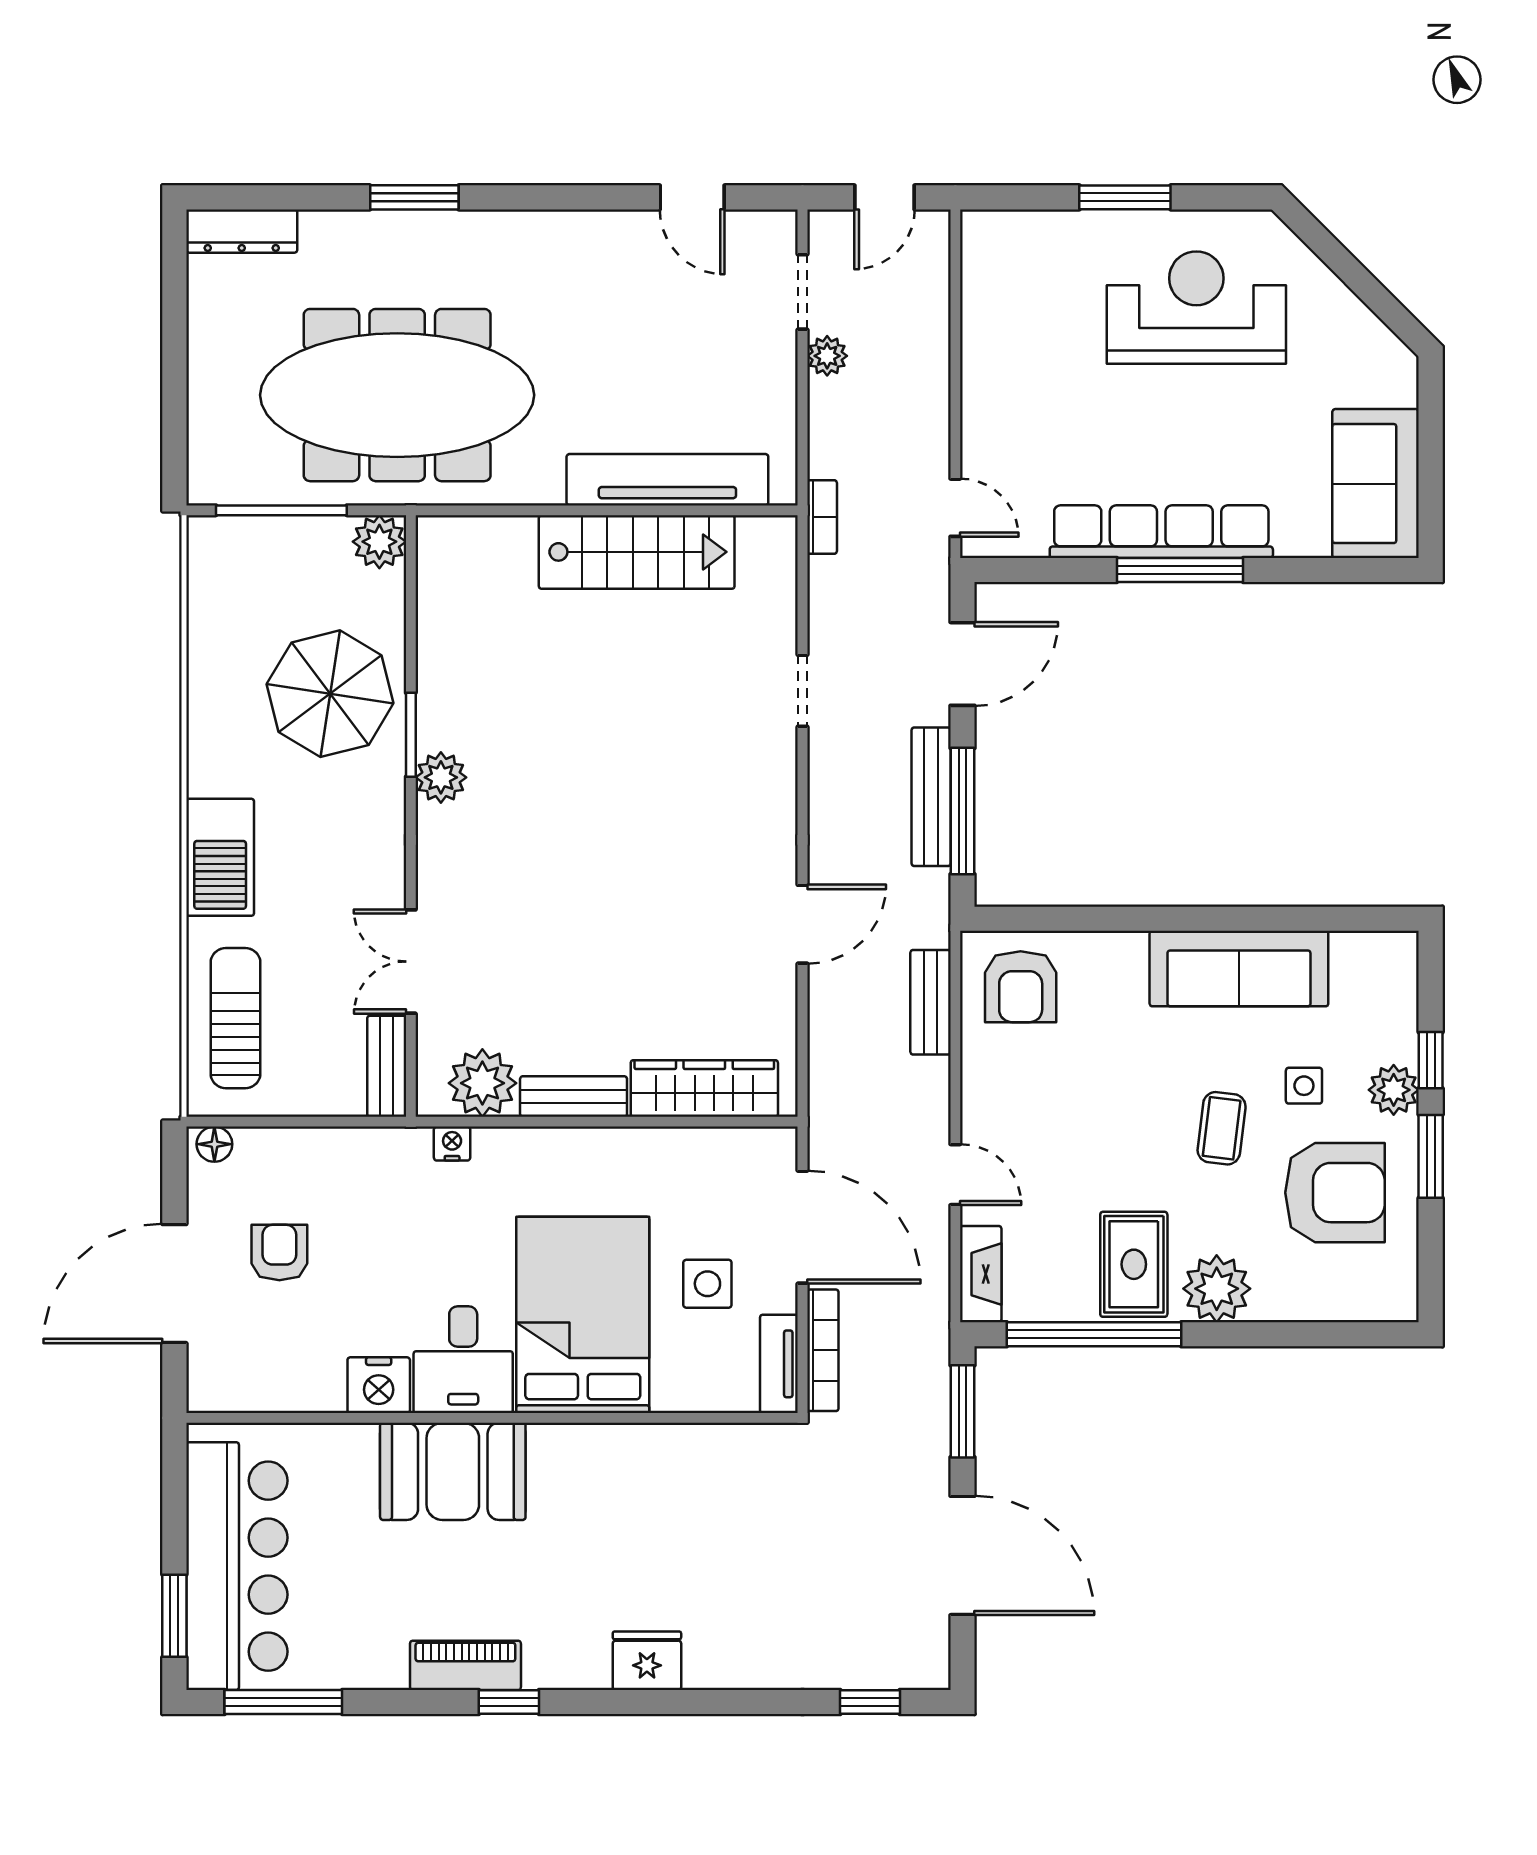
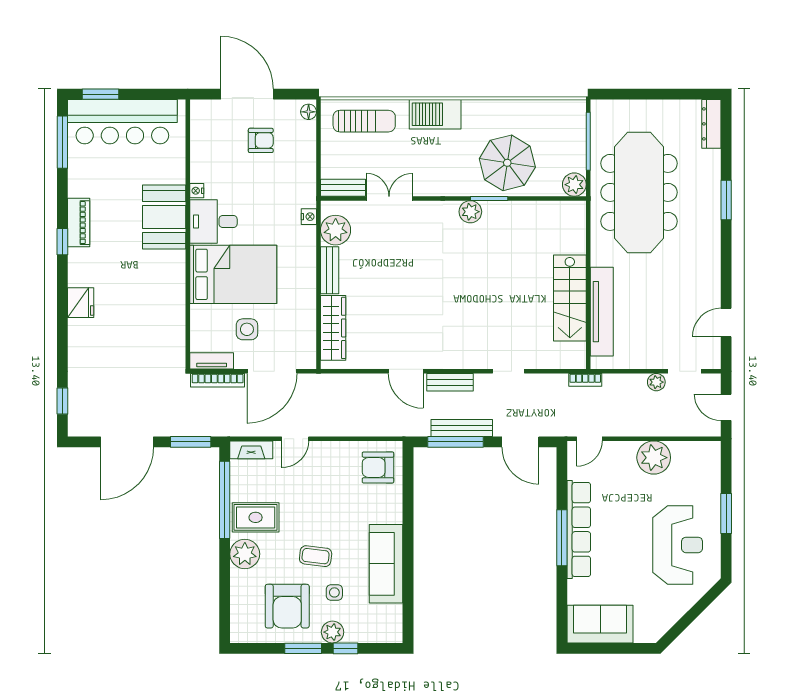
plant: (998, 362) -> (654, 458), added
bench: (931, 1002) -> (450, 382), moved
nightstand: (379, 1385) -> (197, 191), width x0.53, depth x0.56

